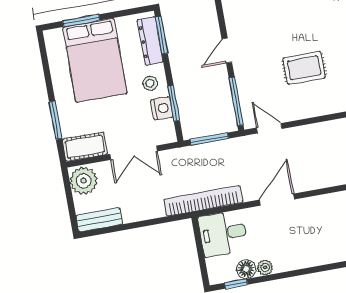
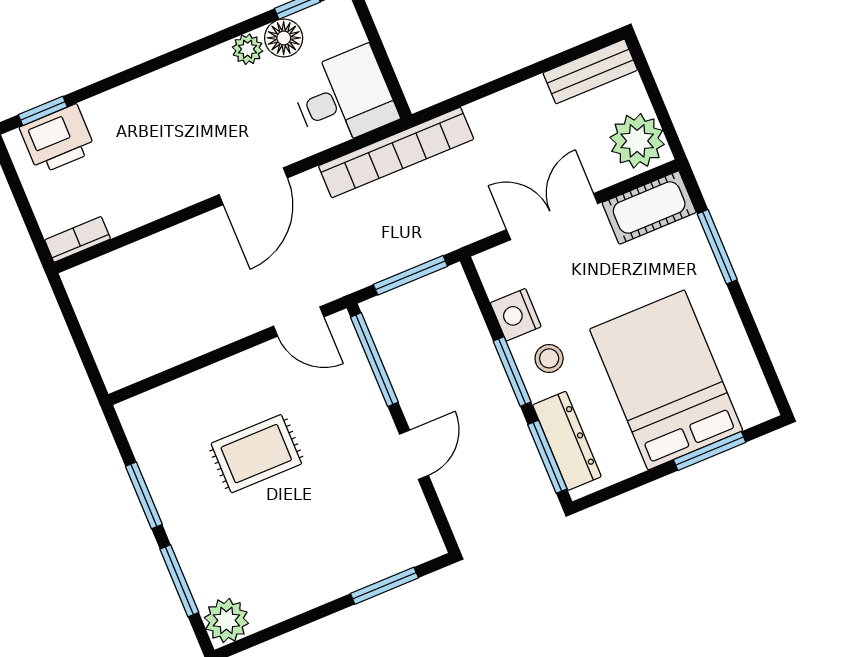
window: (174, 103) -> (512, 371), moved

